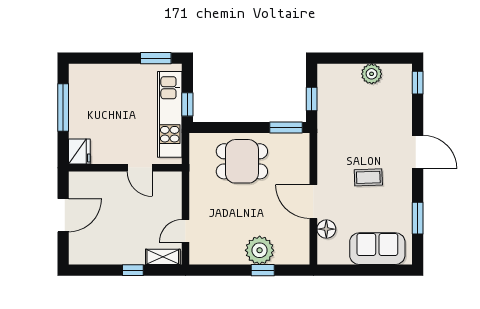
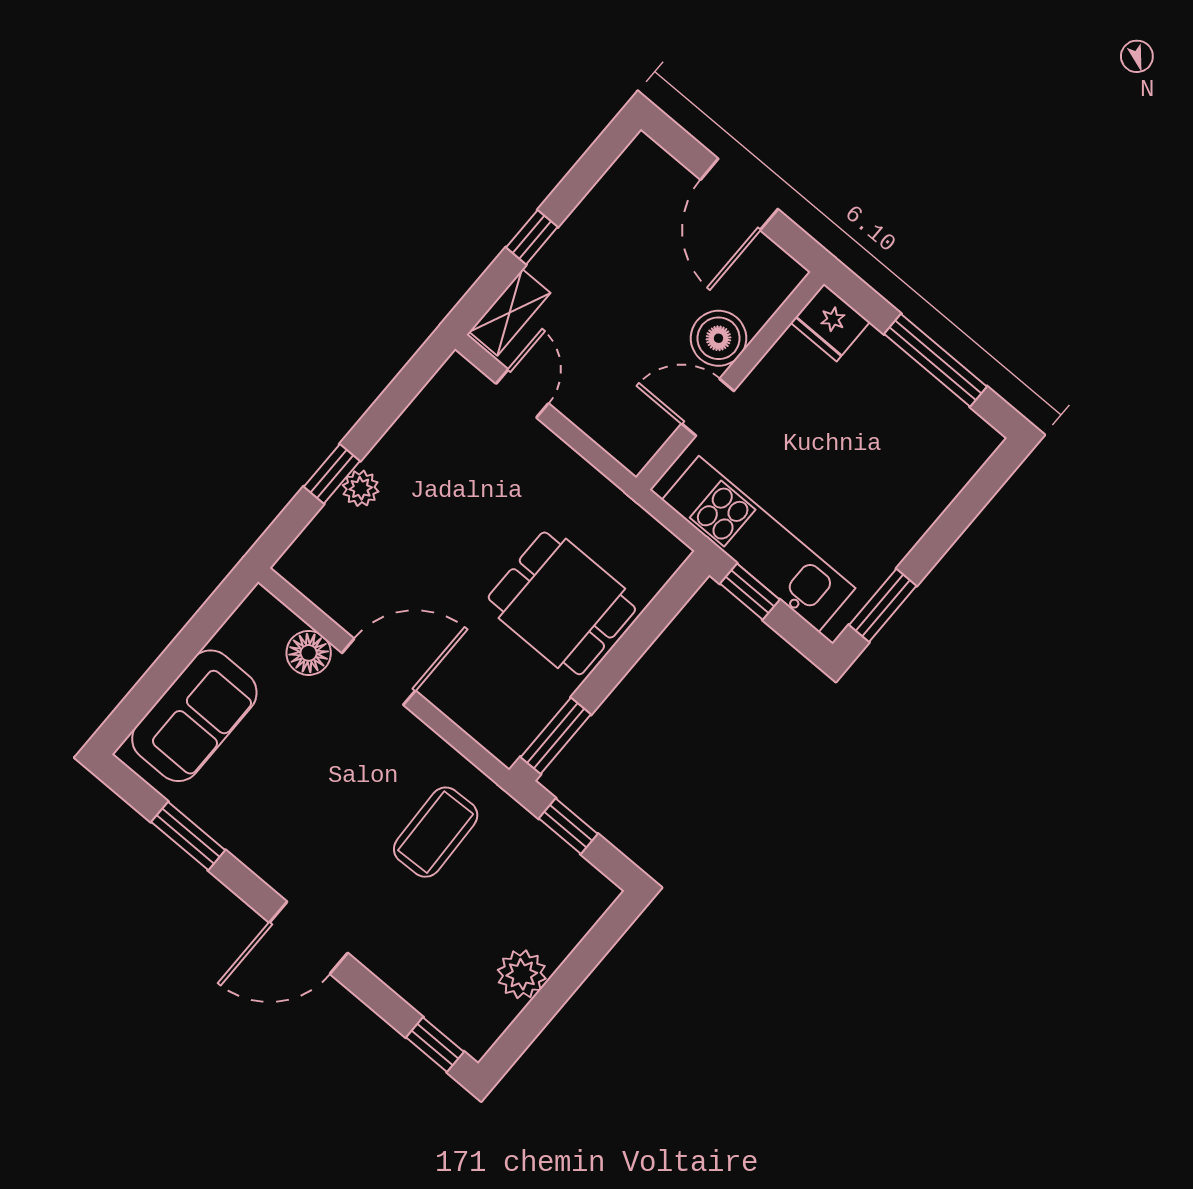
dining table: (242, 161) -> (562, 603), turned 90
coffee table: (368, 177) -> (436, 832), moved, width x1.36, depth x1.30
boiler: (115, 183) -> (718, 338), added
plant: (260, 250) -> (361, 488), width x0.53, depth x0.53

